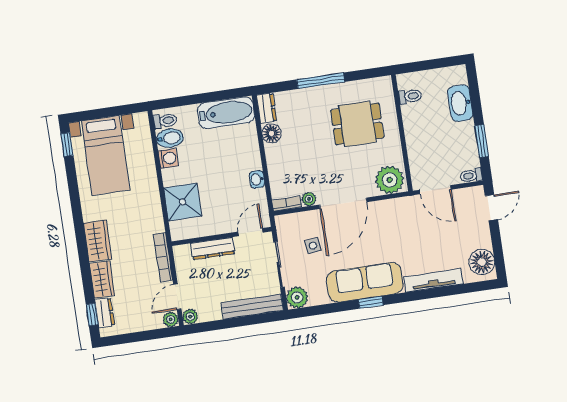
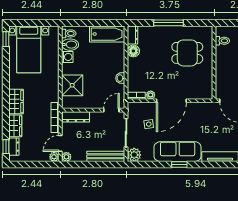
plant: (390, 180) -> (202, 90), removed
dresser: (213, 248) -> (76, 117), moved

